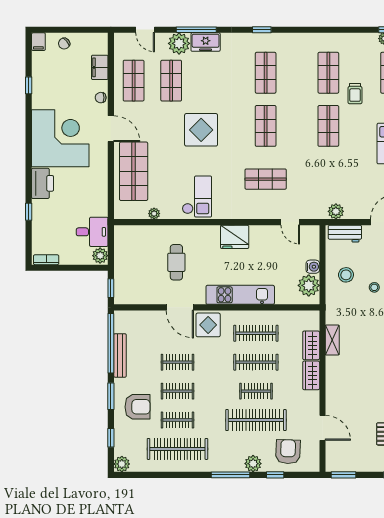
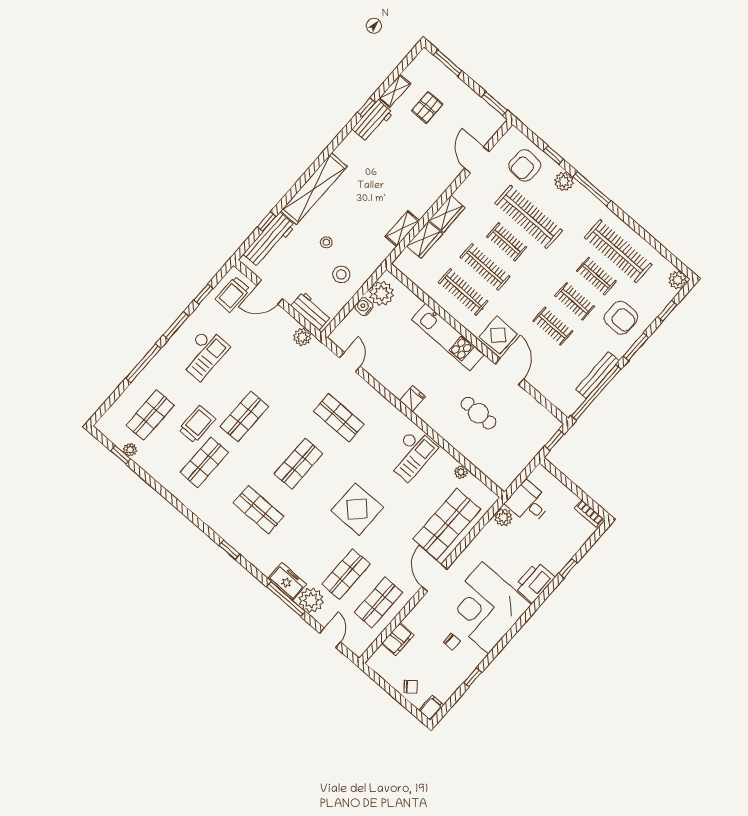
shop shelf: (266, 73) -> (258, 510), turned 90
trolley: (355, 94) -> (197, 424), width x1.36, depth x1.39
chair: (101, 98) -> (452, 642), moved
checkout: (197, 197) -> (411, 454), turned 180
fridge: (235, 237) -> (412, 399), width x0.53, depth x0.75
plant: (100, 256) -> (503, 517), moved
cafe table: (176, 262) -> (478, 413), turned 90
armchair: (137, 407) -> (621, 318), turned 180

